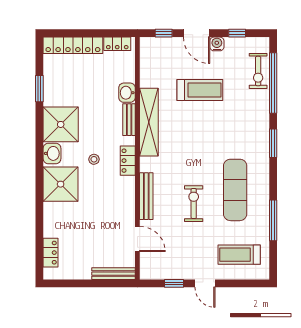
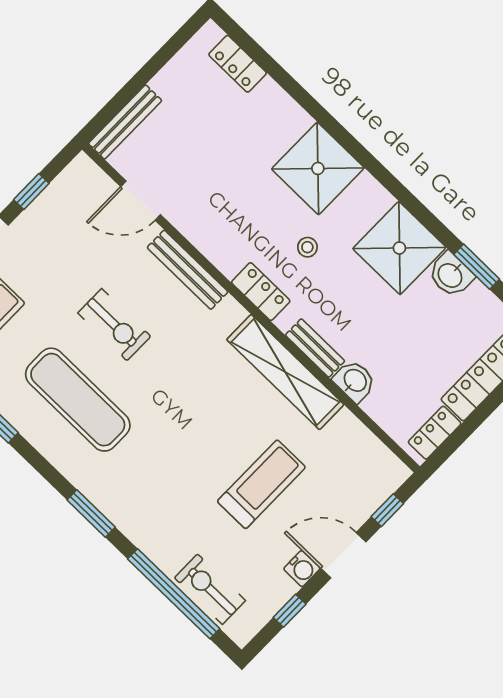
treadmill: (200, 90) -> (261, 484), turned 180
washbasin: (52, 153) -> (451, 275), moved

